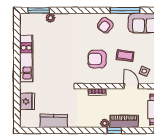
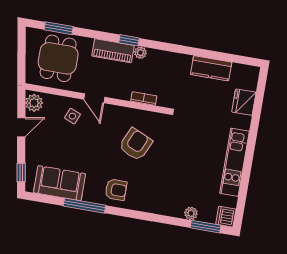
dishwasher: (26, 20) -> (226, 217), added
armchair: (105, 25) -> (116, 190), turned 53
coffee table: (125, 56) -> (96, 142), removed
armchair: (97, 59) -> (136, 144), turned -66

